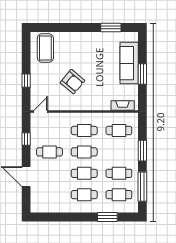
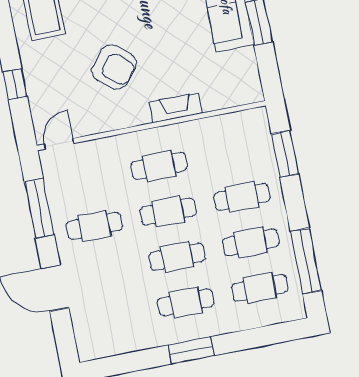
fireplace: (123, 106) -> (176, 108), moved
cafe table: (119, 131) -> (242, 197), moved
window: (26, 139) -> (39, 208), width x2.17
window: (142, 151) -> (285, 154), moved
window: (107, 217) -> (191, 350), moved

